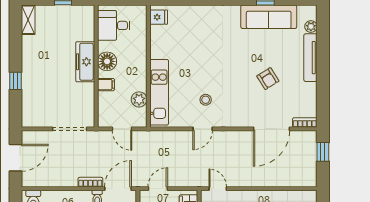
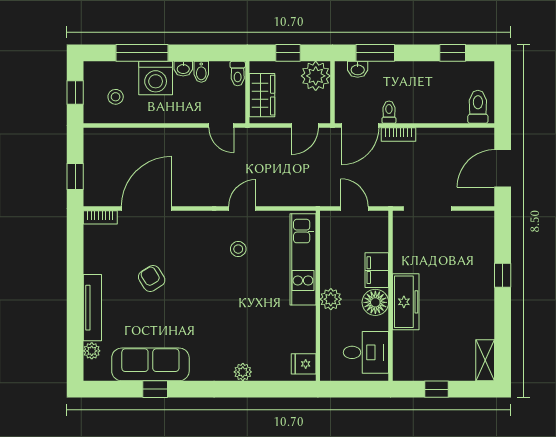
plant: (202, 11) -> (243, 372), added
filing cabinet: (106, 85) -> (377, 270), width x2.00
plant: (139, 99) -> (331, 299), moved

